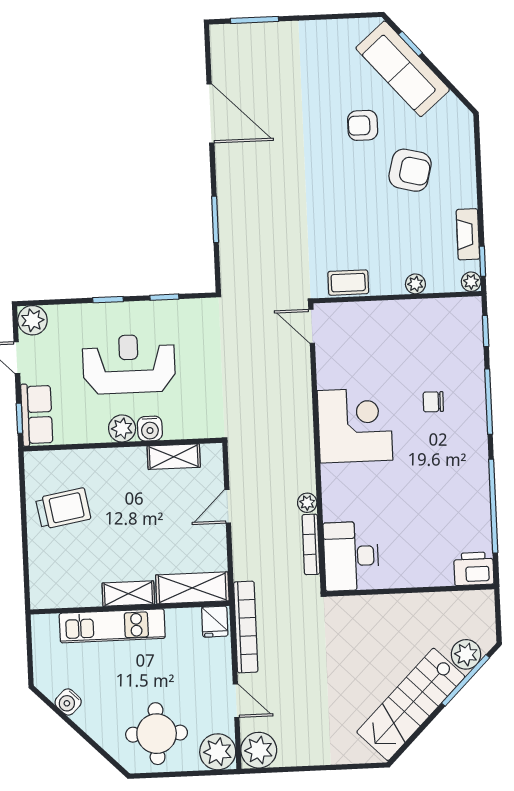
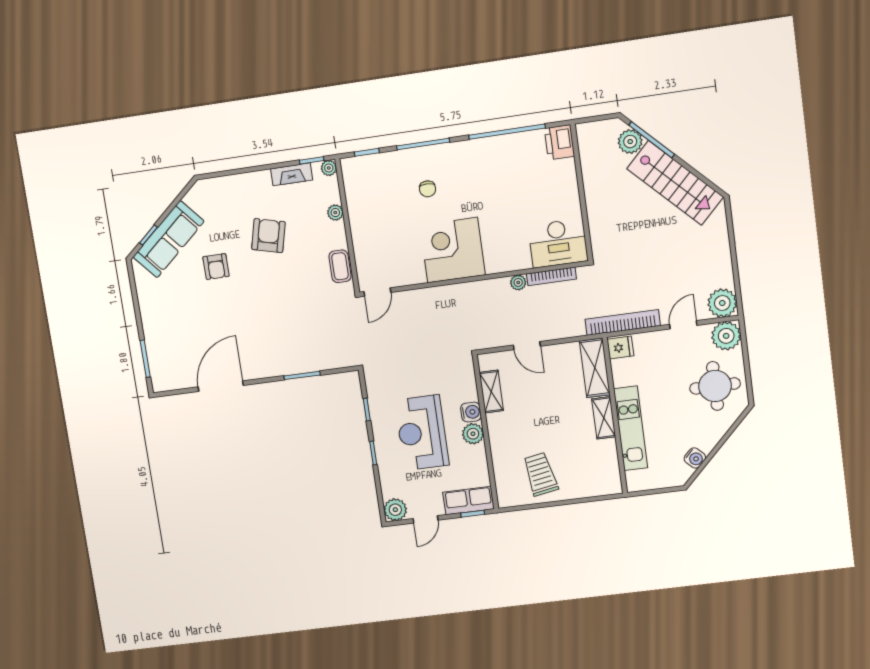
armchair: (410, 170) -> (268, 236), moved

